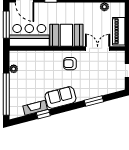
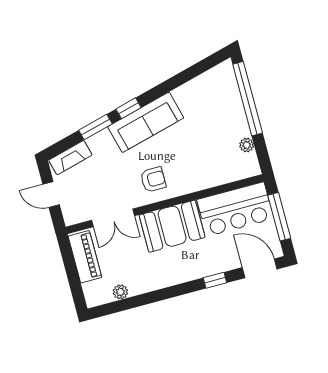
sofa: (60, 97) -> (146, 122), width x1.36
fireplace: (35, 108) -> (70, 158), moved
window: (43, 114) -> (128, 108), moved

